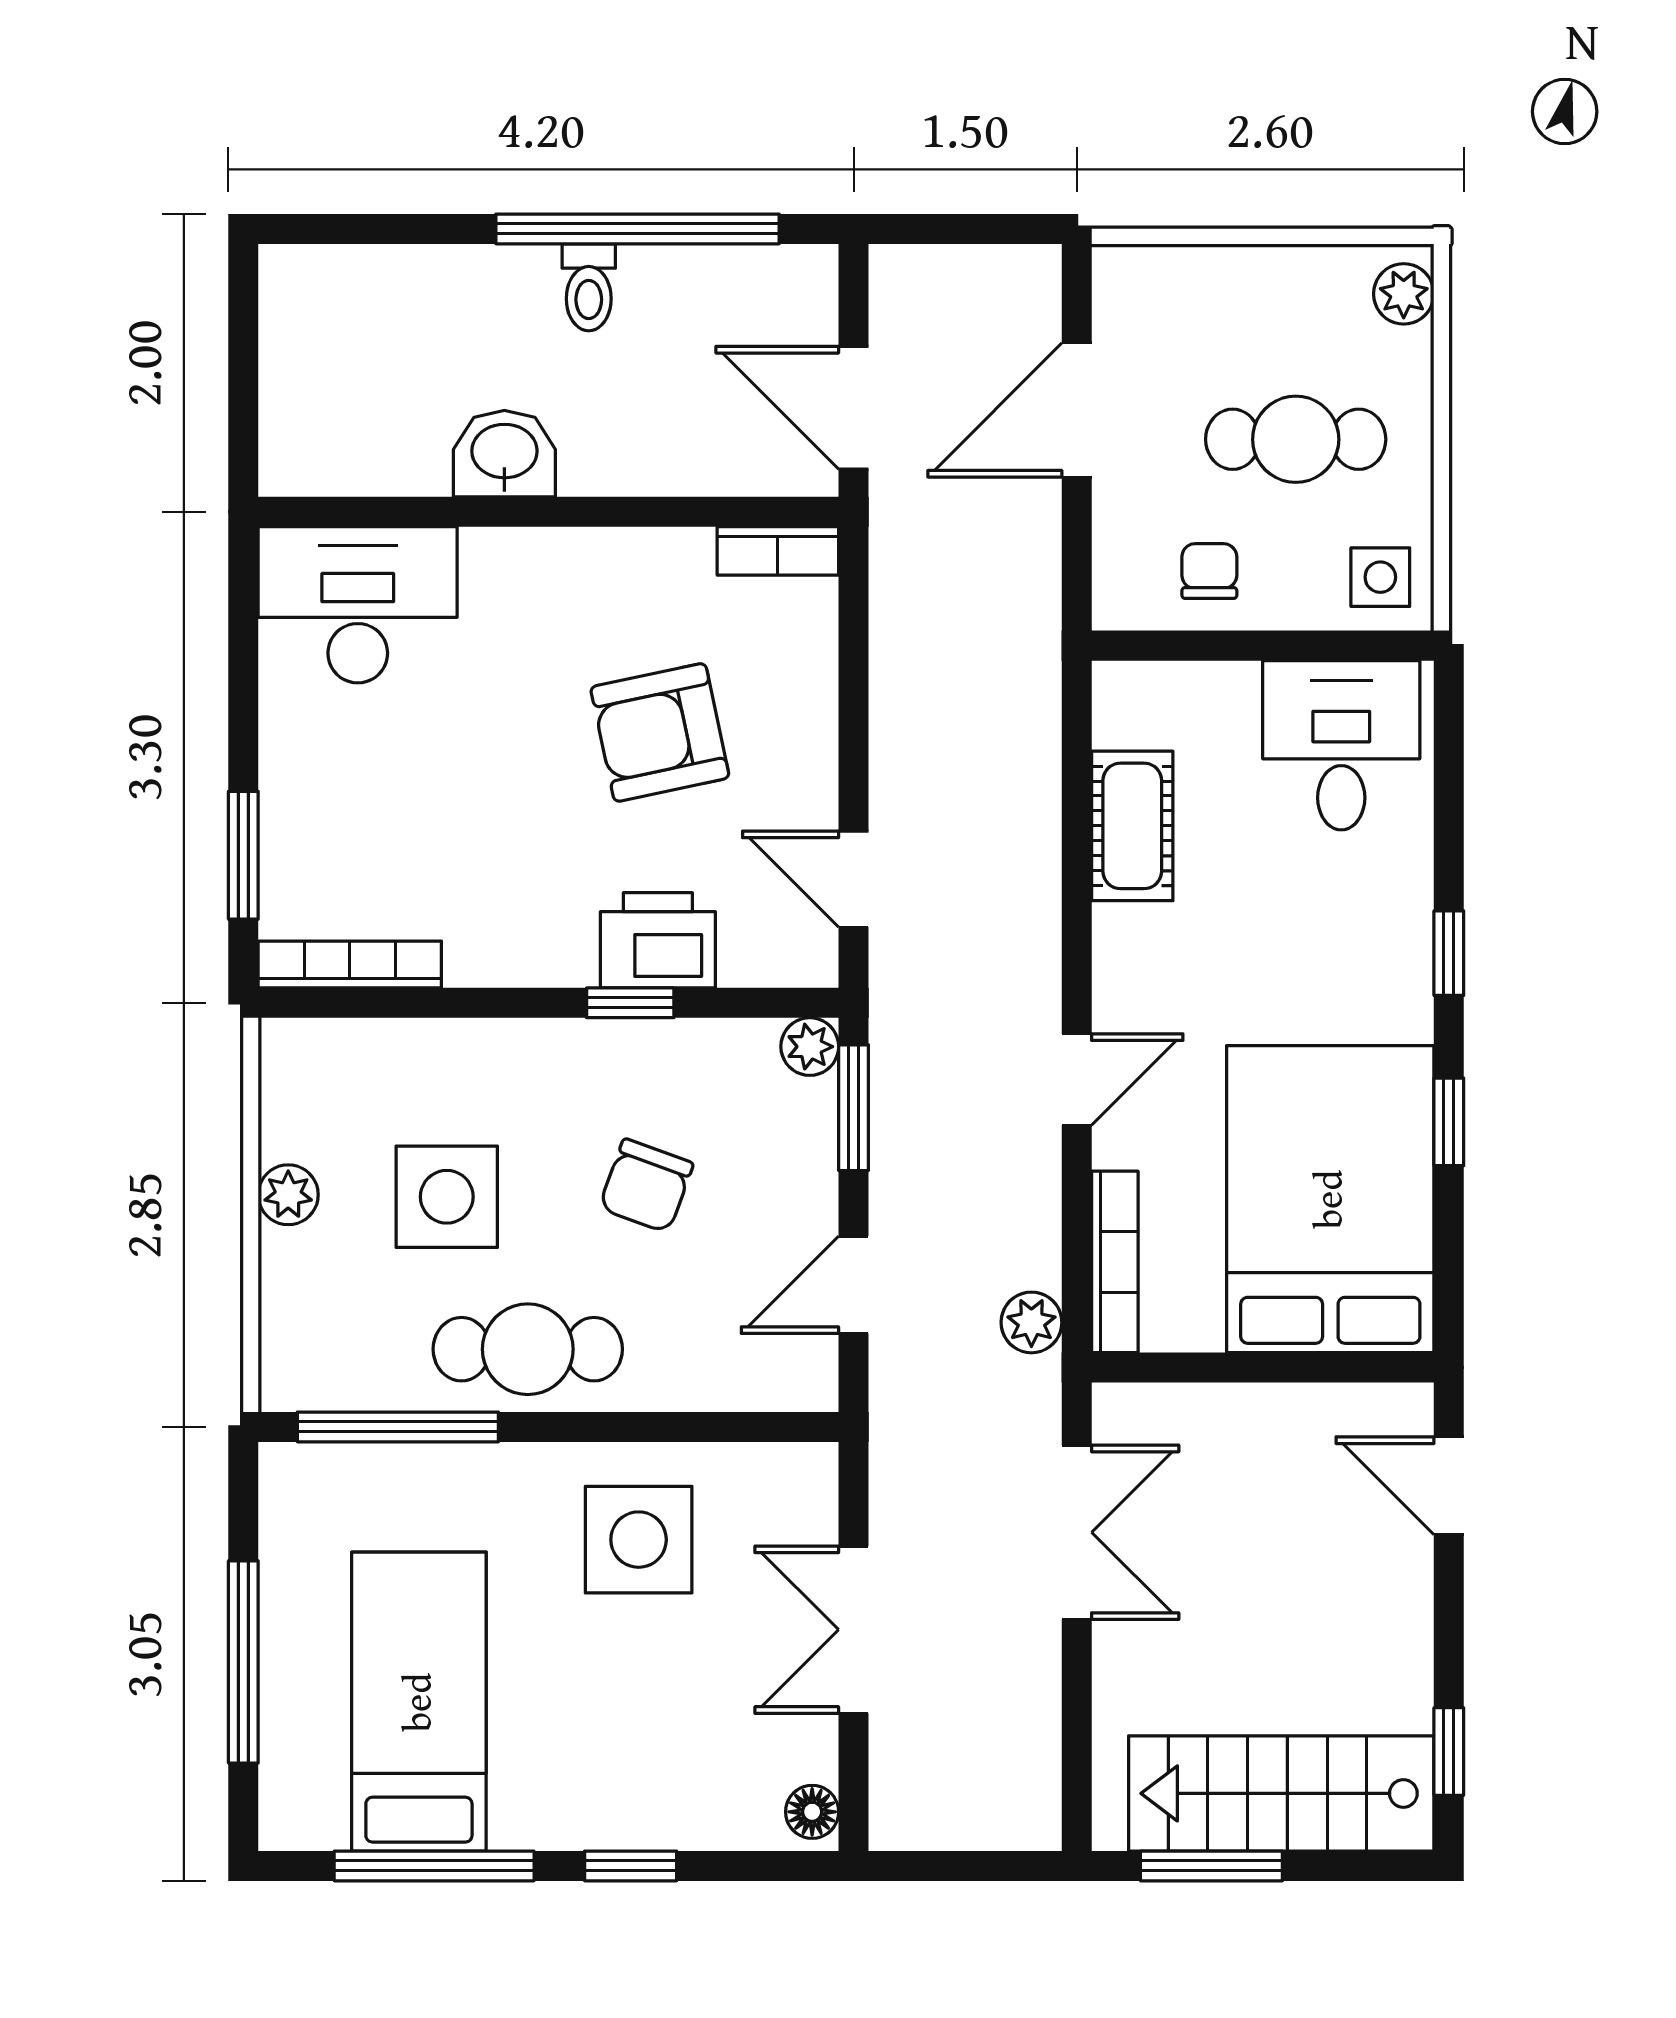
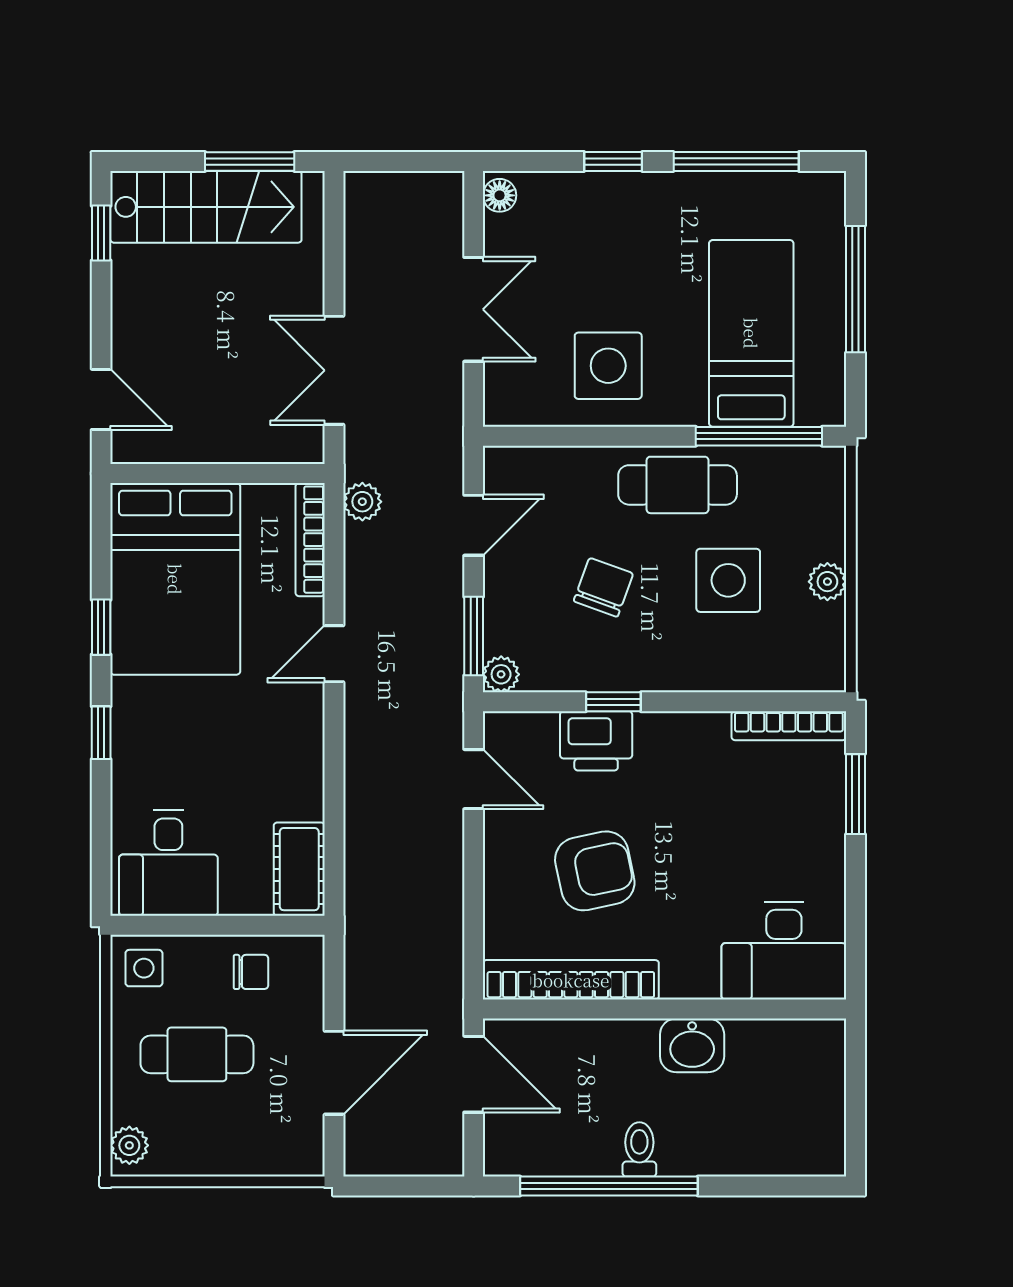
bookcase: (778, 551) -> (571, 980), width x2.31, depth x1.31
chair: (1209, 571) -> (251, 972), turned -90
cot: (1132, 826) -> (299, 869), moved
bed: (419, 1702) -> (751, 333), moved, turned 180

